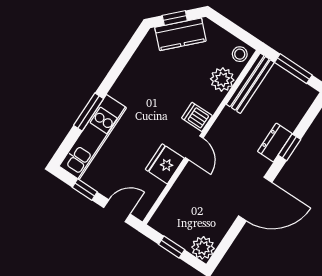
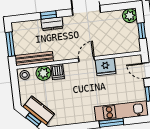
dishwasher: (197, 117) -> (58, 72), moved

